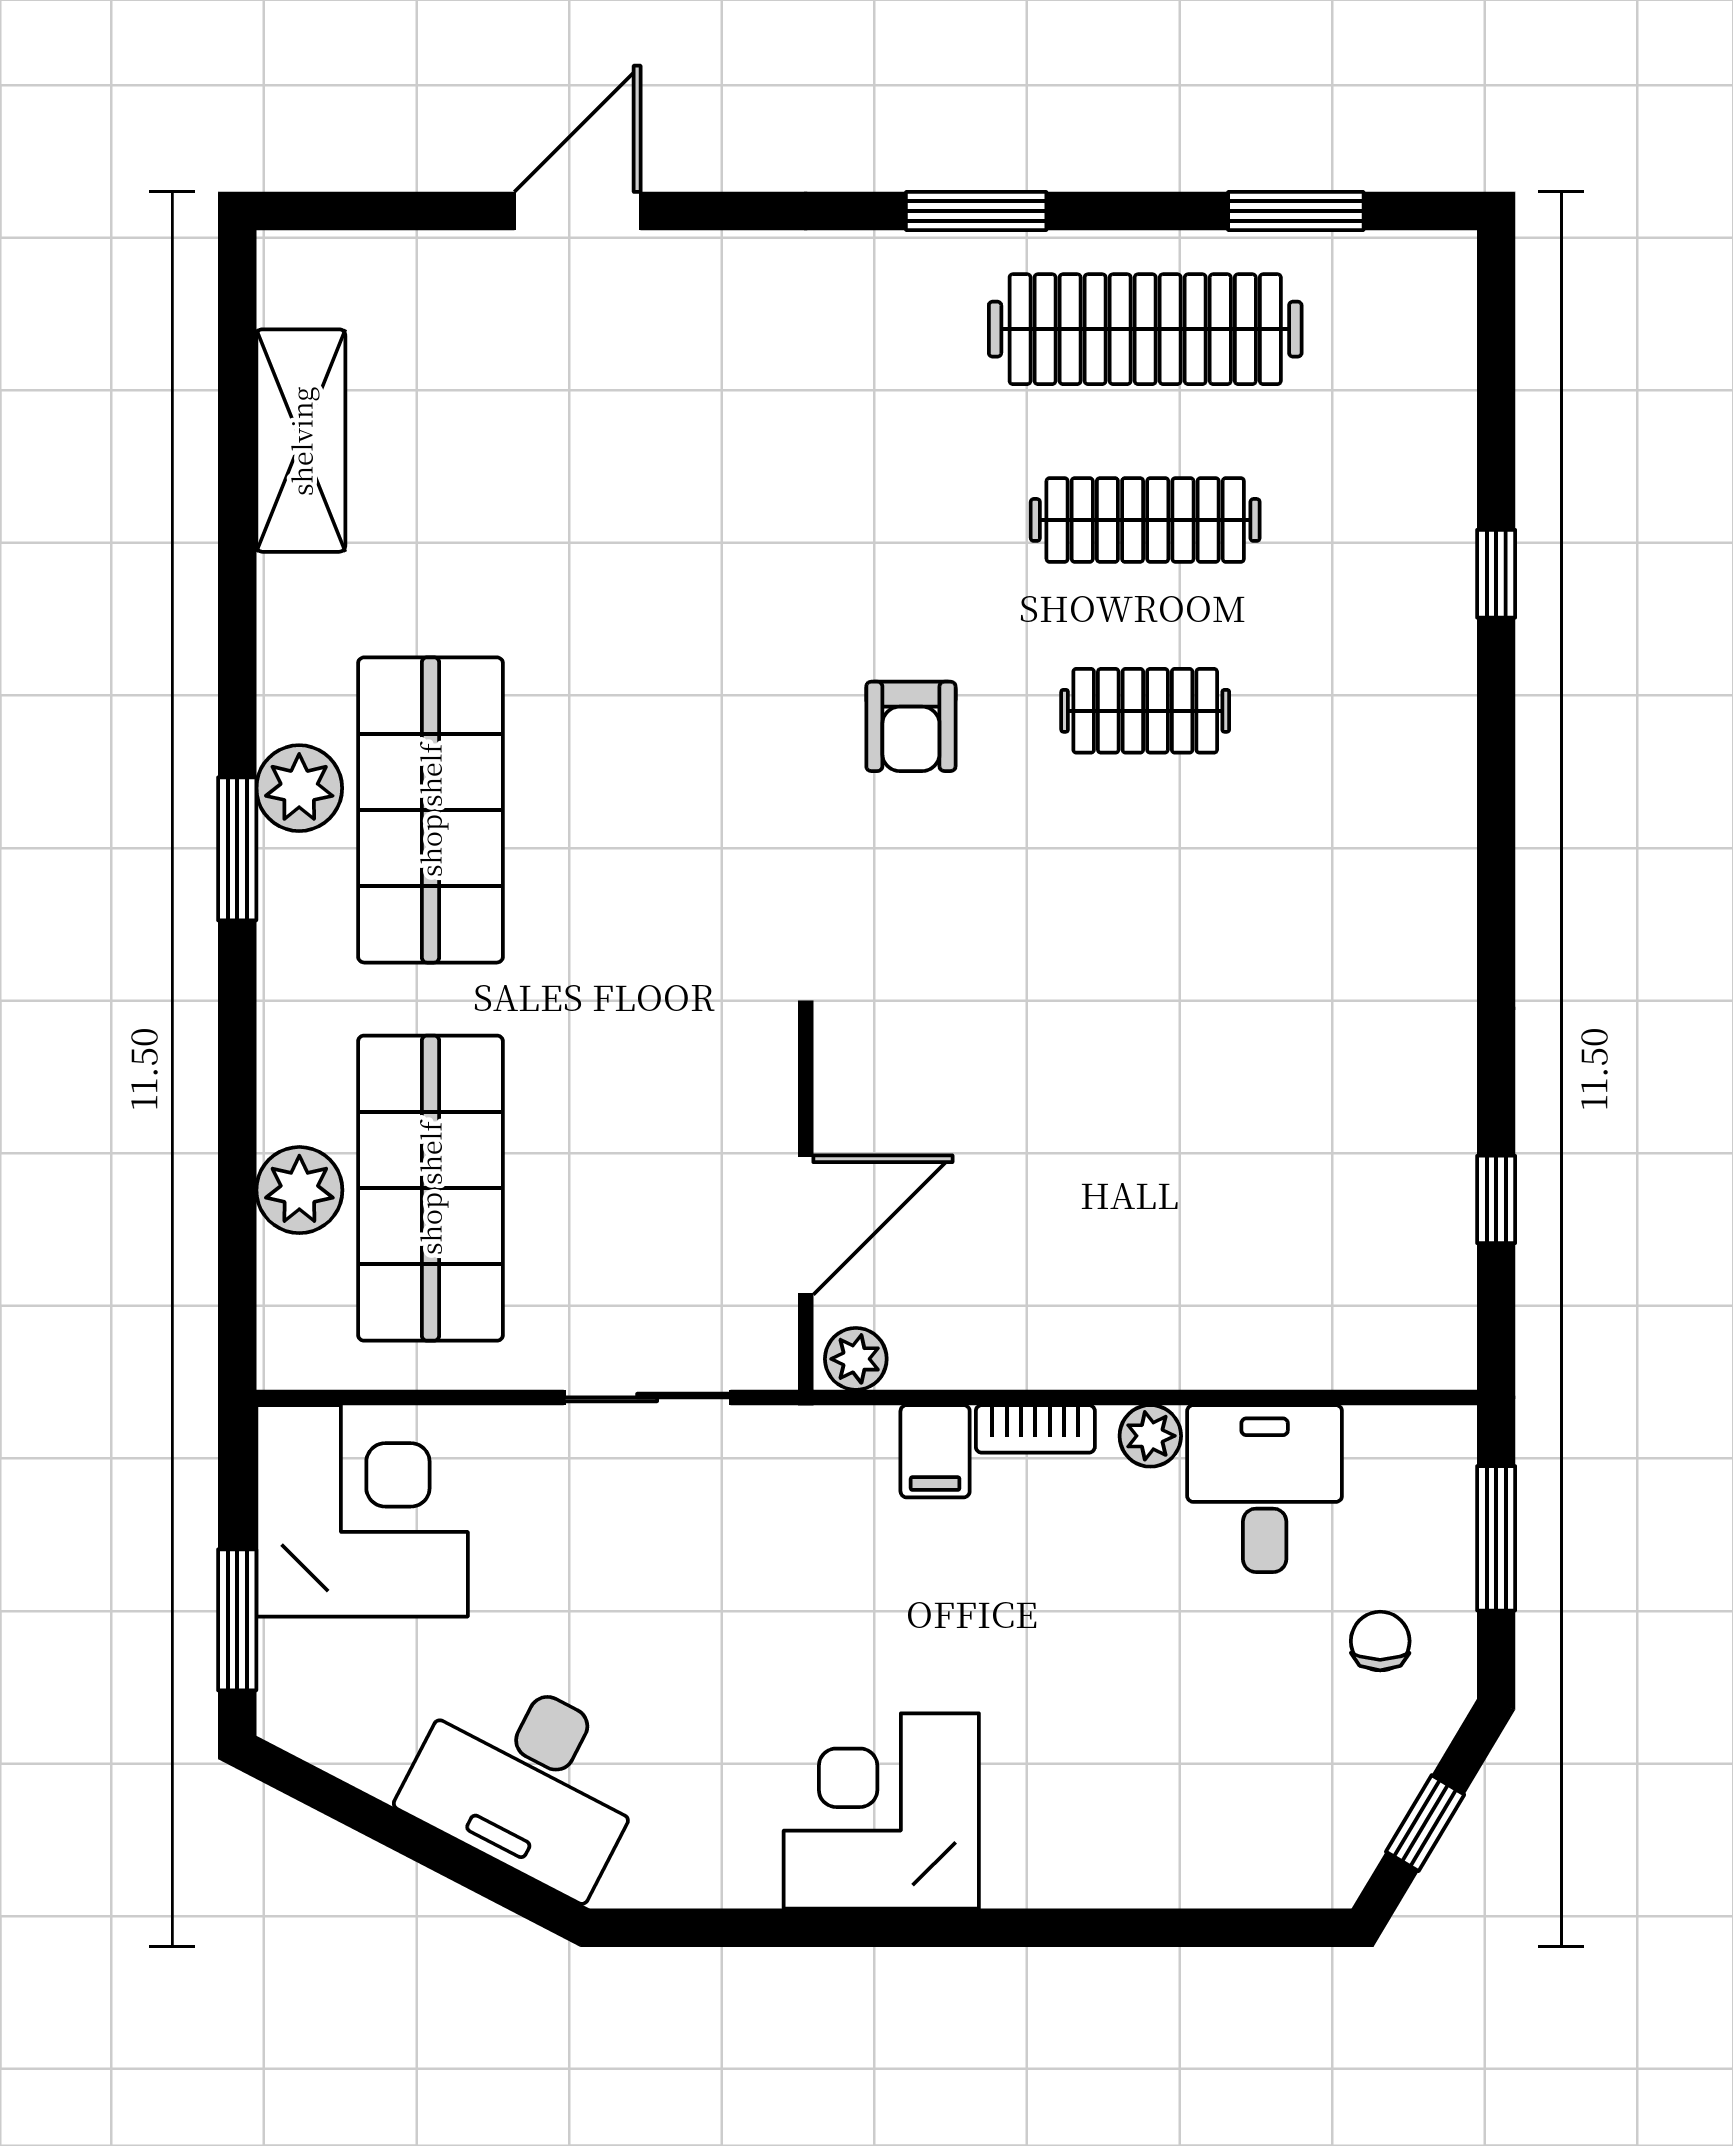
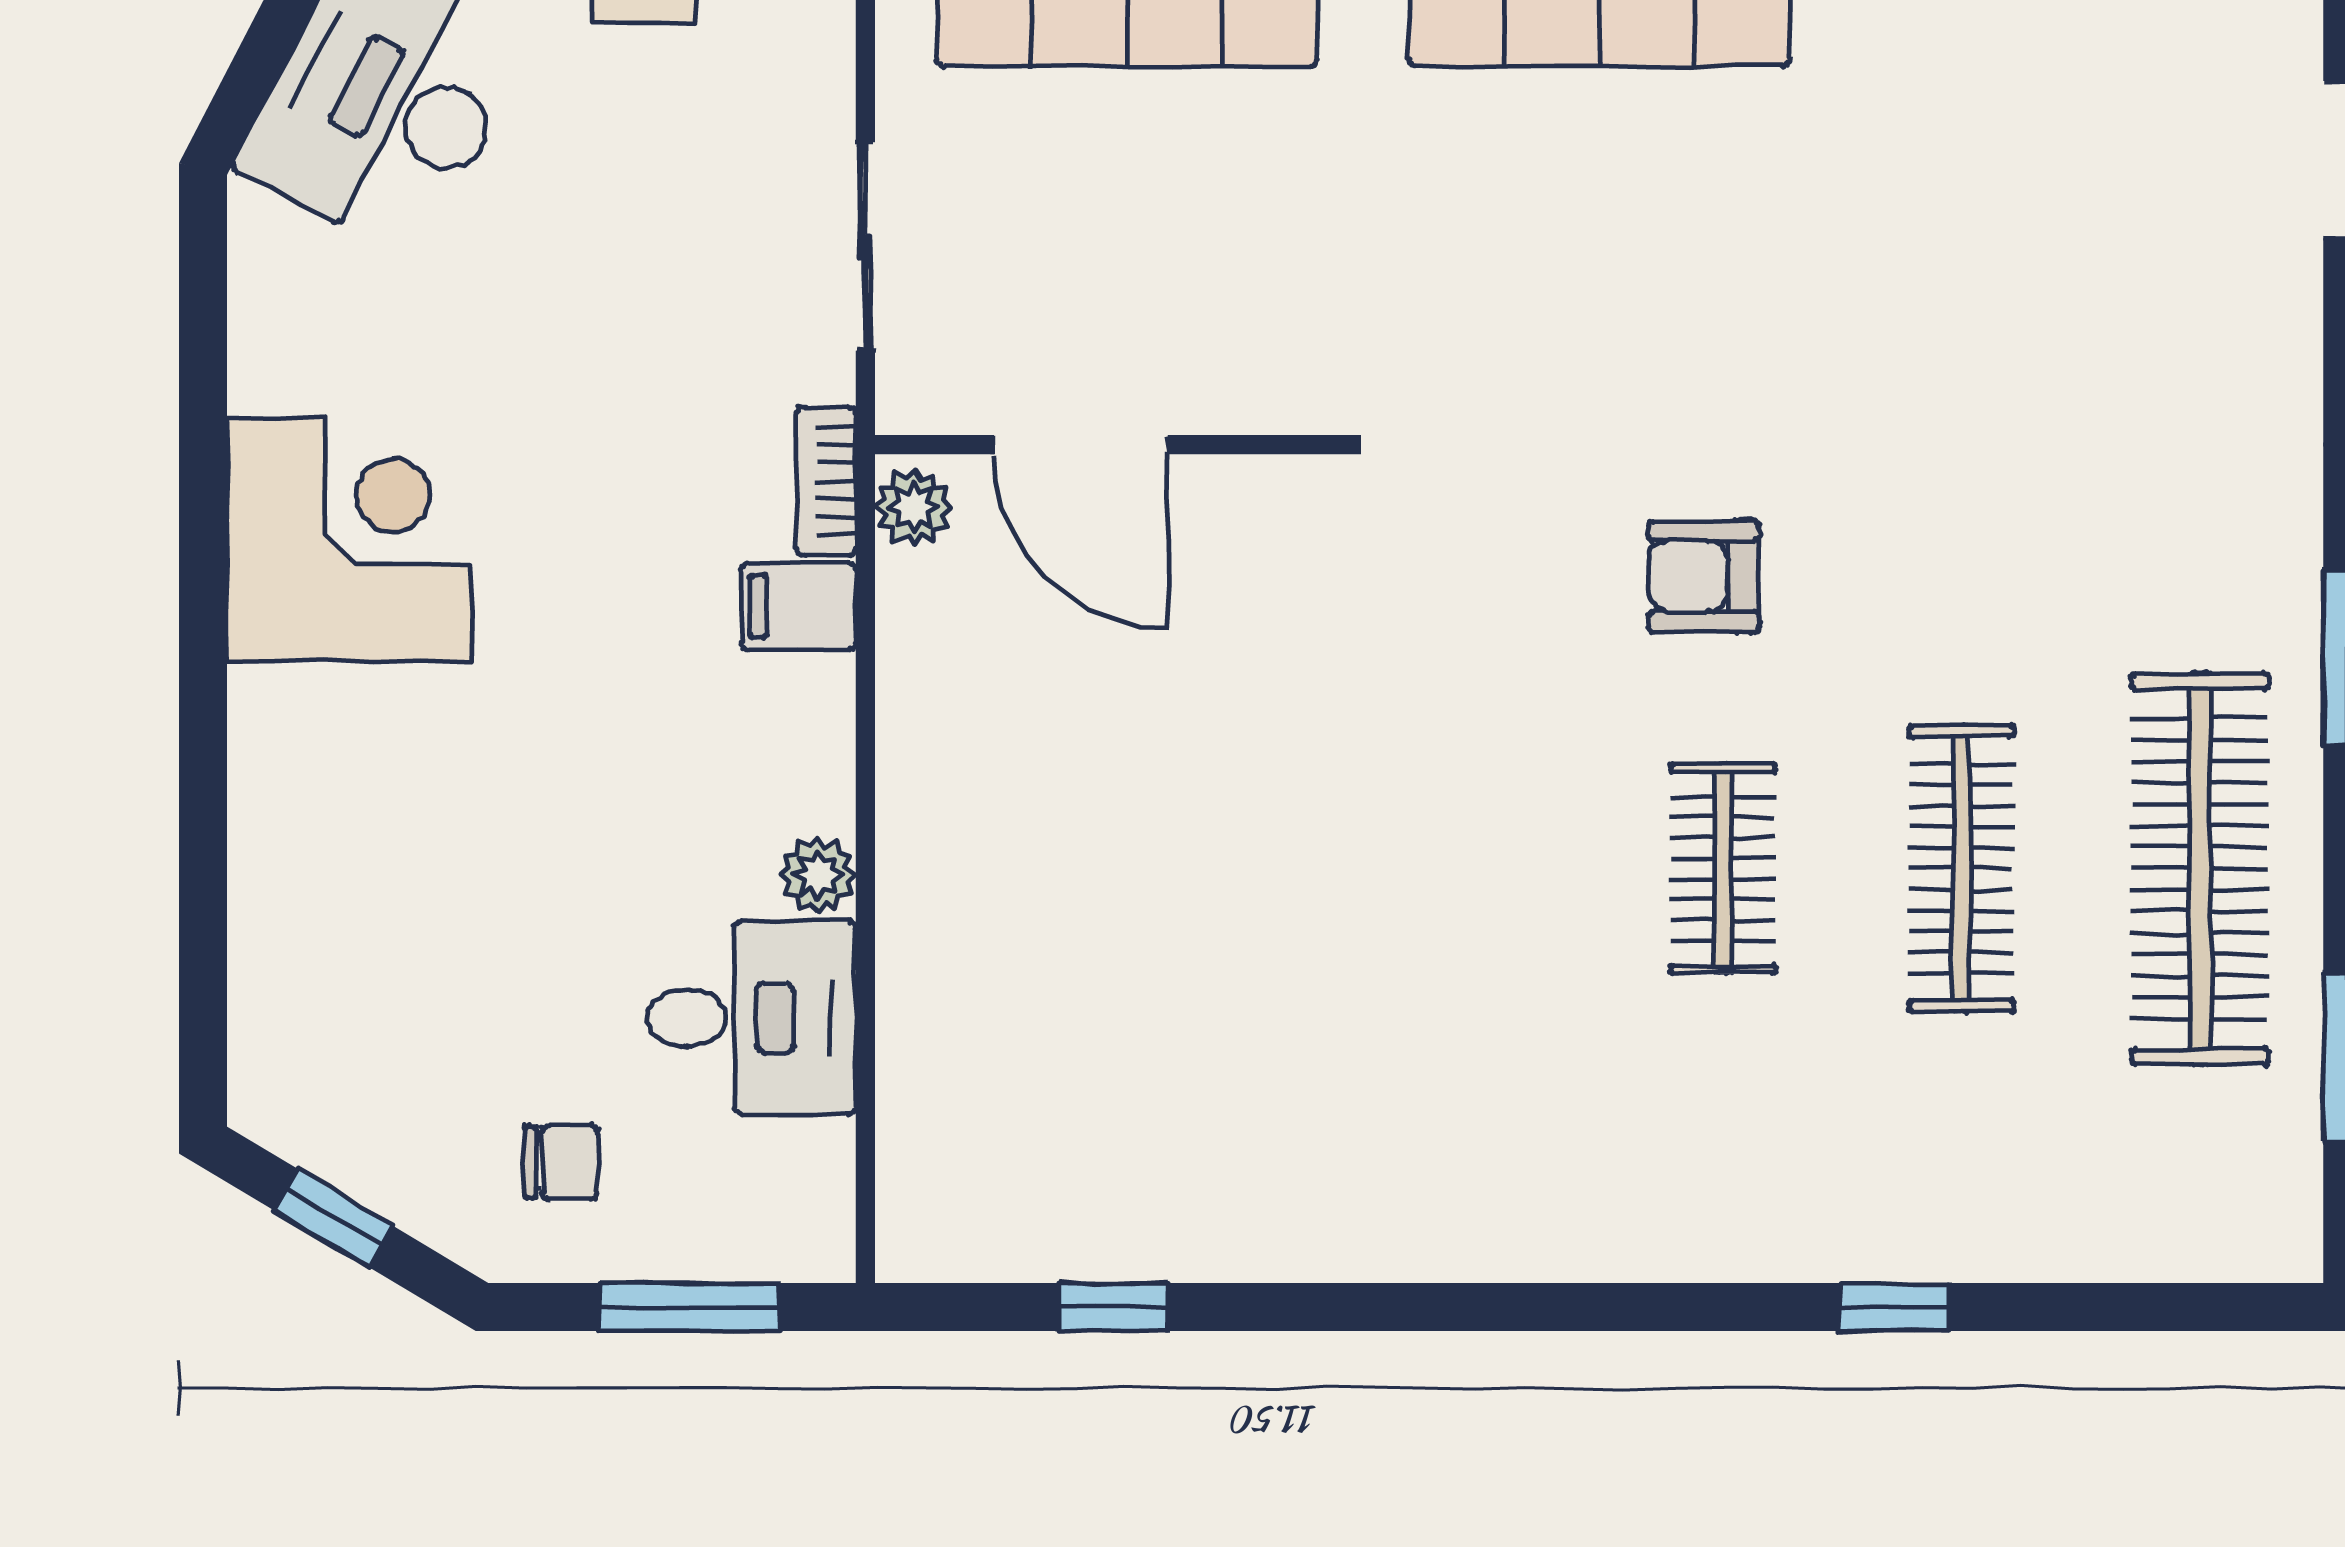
bookcase: (1035, 1429) -> (826, 481), moved

